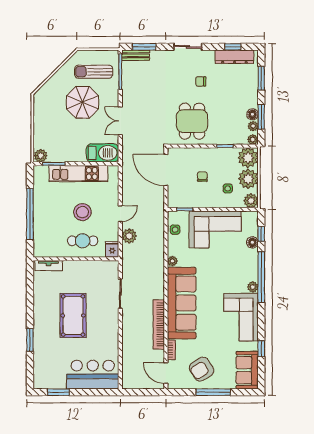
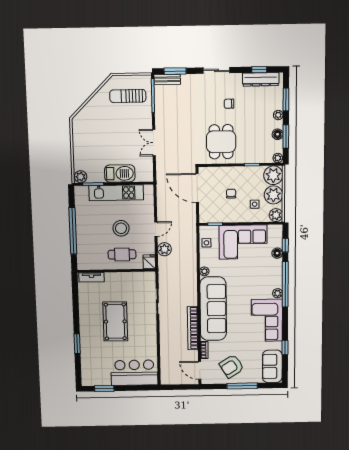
parasol: (83, 102) -> (118, 126), removed
plant: (253, 126) -> (278, 115), moved
barbecue: (103, 153) -> (120, 173), moved

